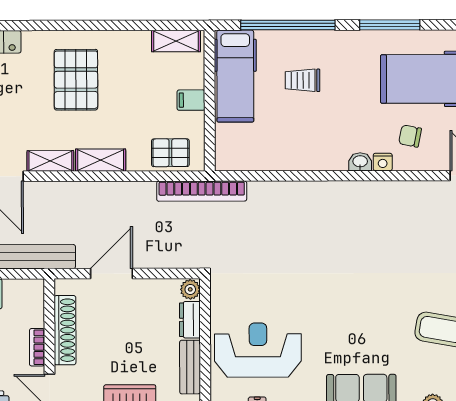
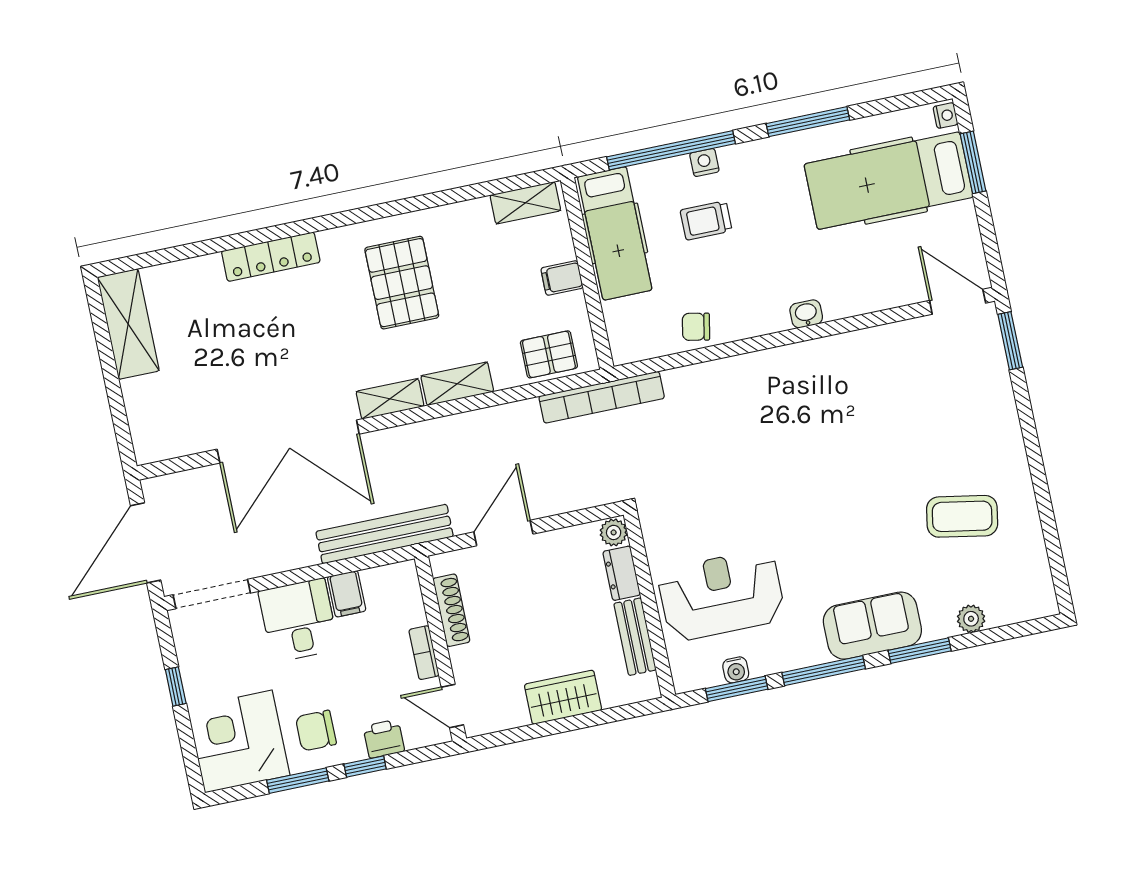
chair: (410, 136) -> (696, 327), moved
nightstand: (383, 162) -> (704, 162), moved, turned 180
shoe rack: (65, 330) -> (451, 610), width x0.74, depth x0.81

